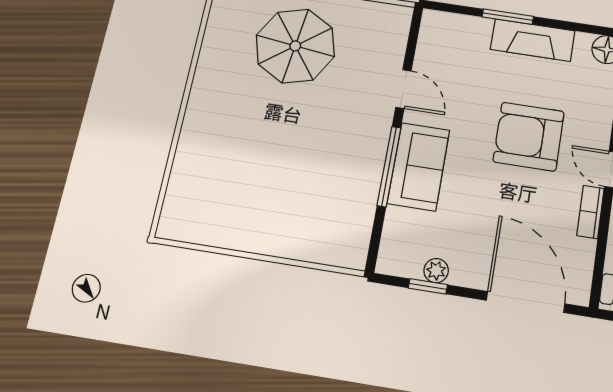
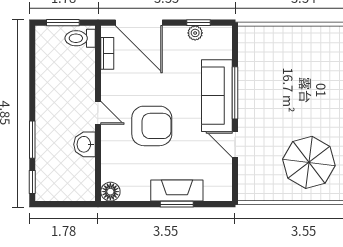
fireplace: (533, 40) -> (177, 191), moved
sofa: (419, 167) -> (217, 96), width x1.36
bookcase: (590, 212) -> (107, 53), moved

